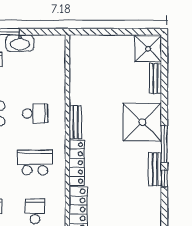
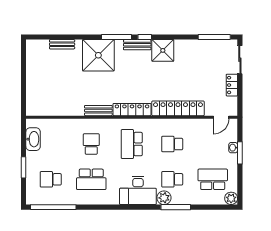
washbasin: (20, 43) -> (33, 139), moved
shower: (148, 49) -> (163, 50), moved

